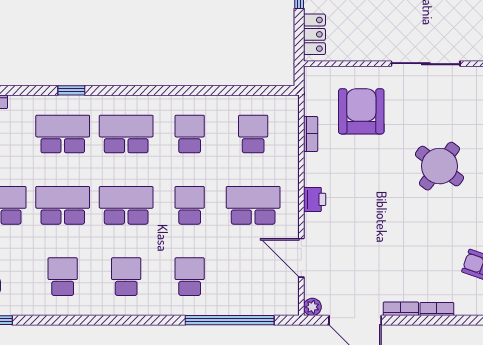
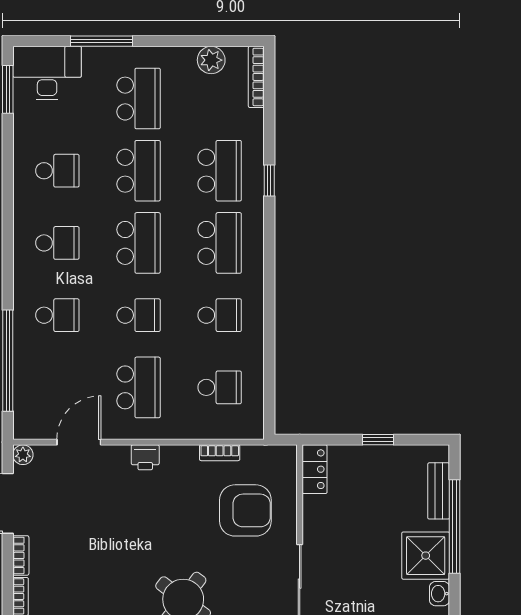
locker: (314, 34) -> (315, 469), moved, turned -90

